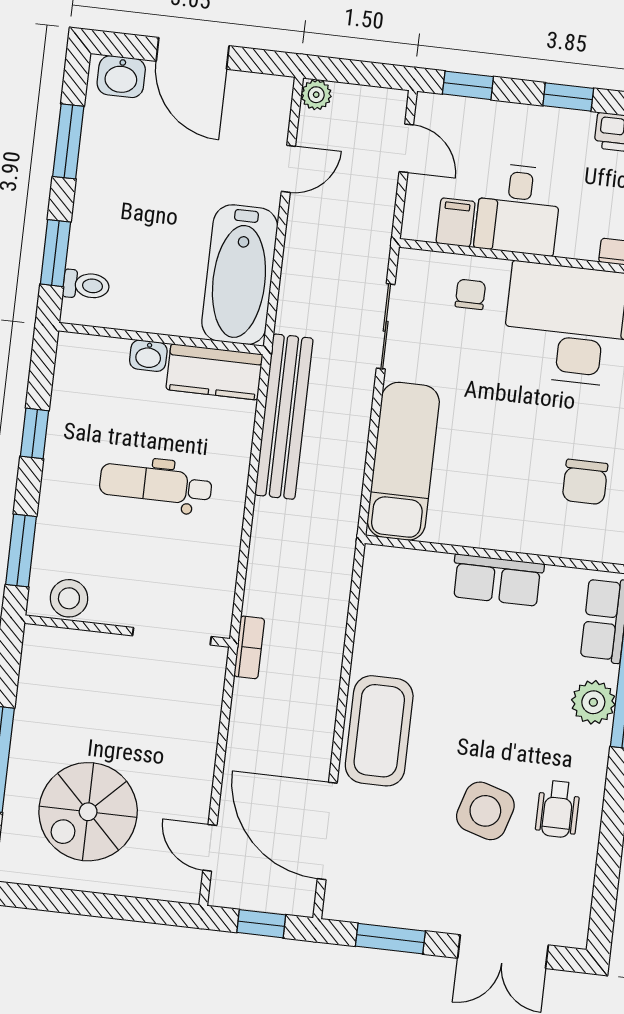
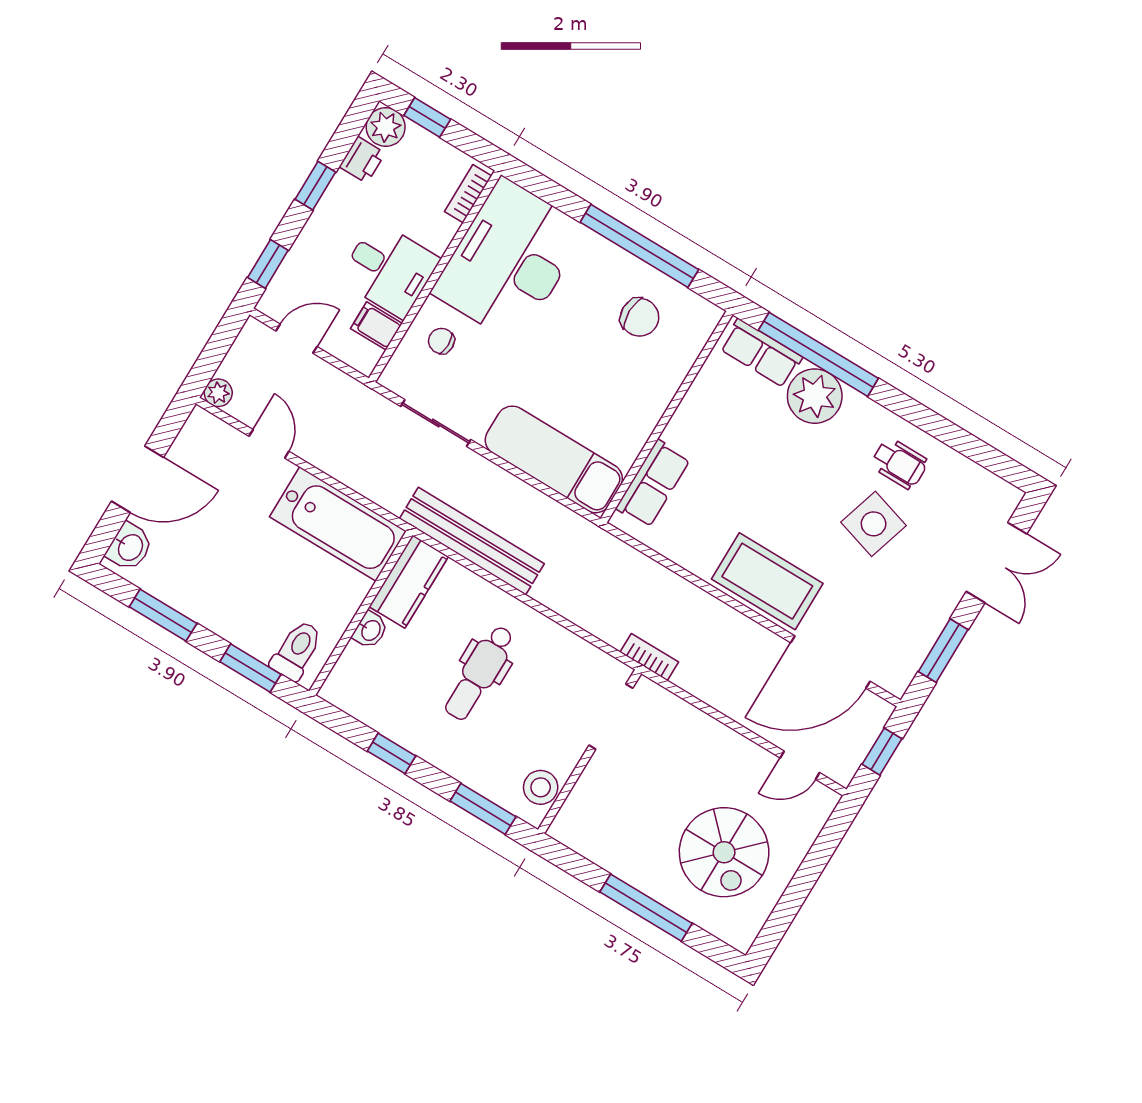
toilet: (86, 285) -> (297, 650), width x1.37, depth x1.39
row of seats: (497, 580) -> (653, 484), moved
plant: (593, 702) -> (815, 396), width x1.36, depth x1.36

